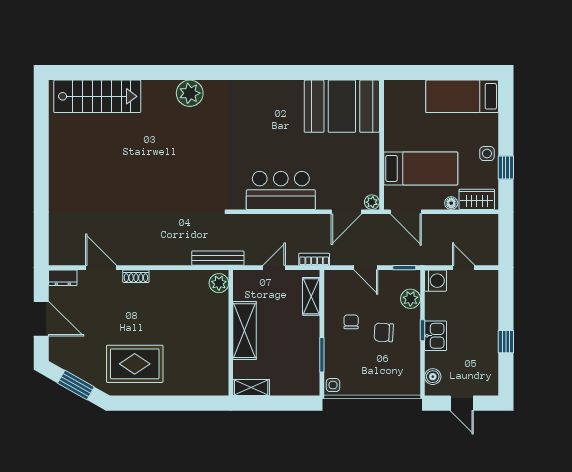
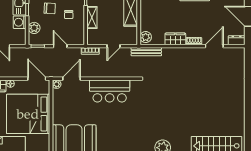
bed: (421, 168) -> (28, 114), width x2.04
door: (101, 268) -> (214, 46), swing flipped
wardrobe: (168, 280) -> (175, 39), added
washing machine: (436, 281) -> (20, 22), moved
shelving: (311, 296) -> (92, 18), moved

